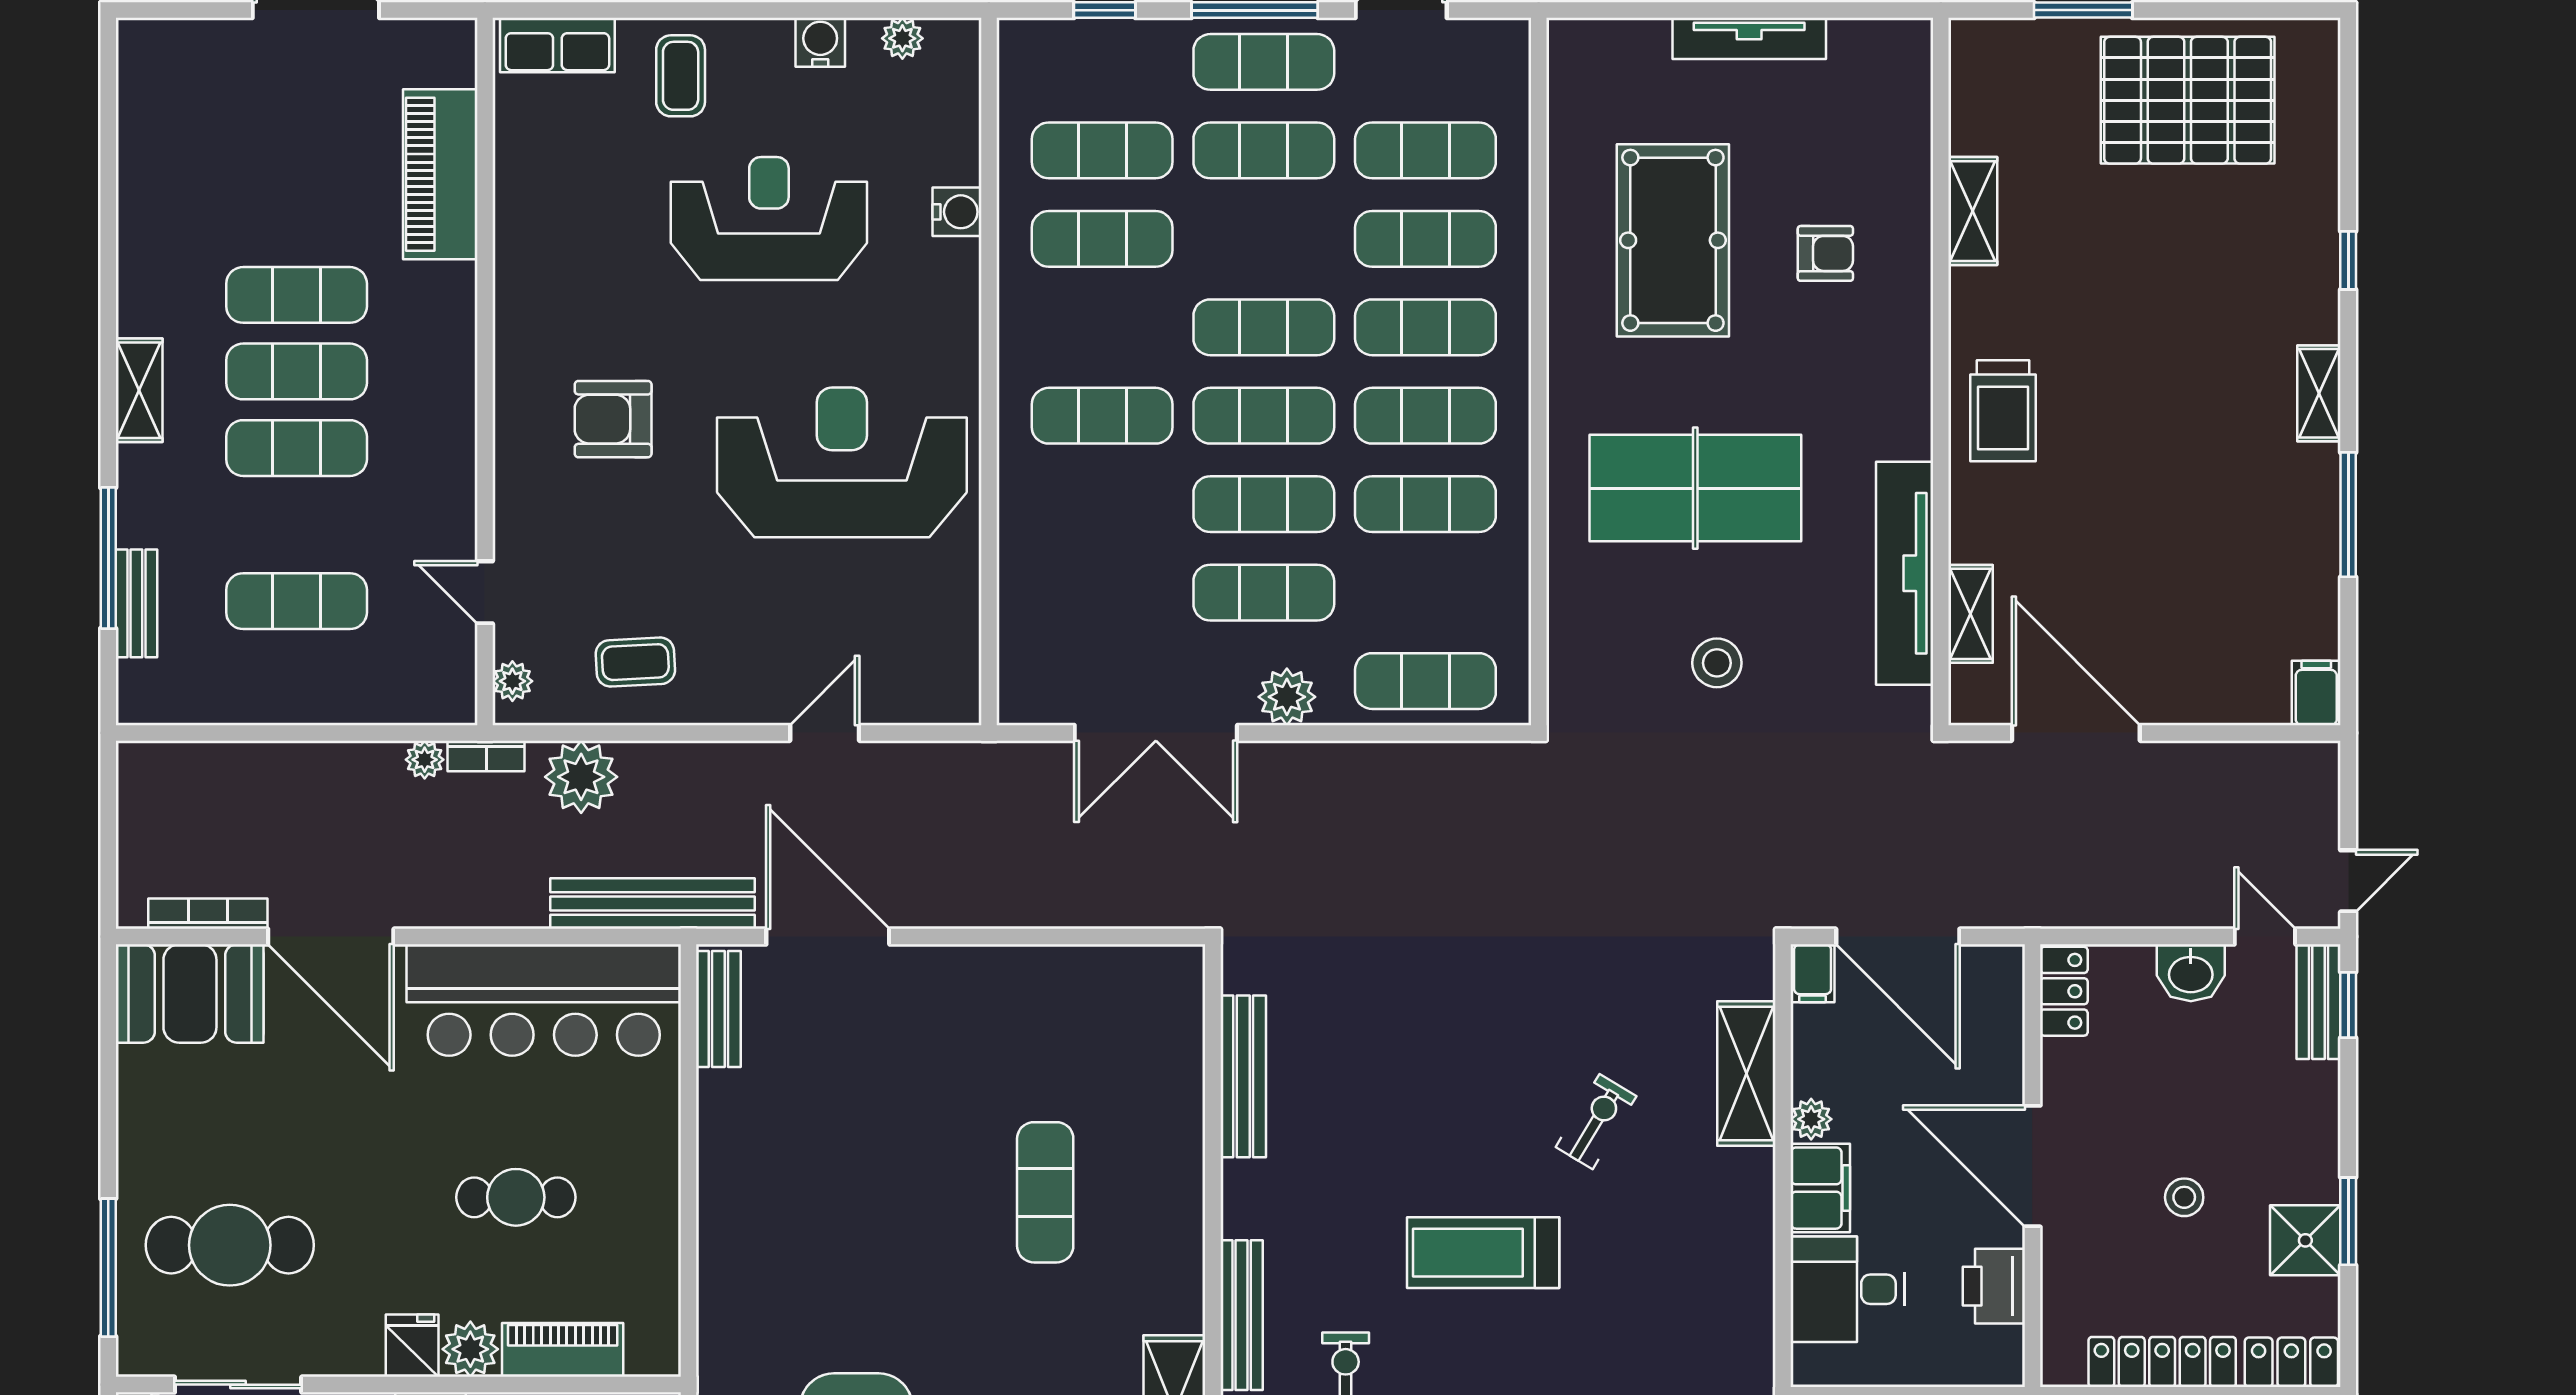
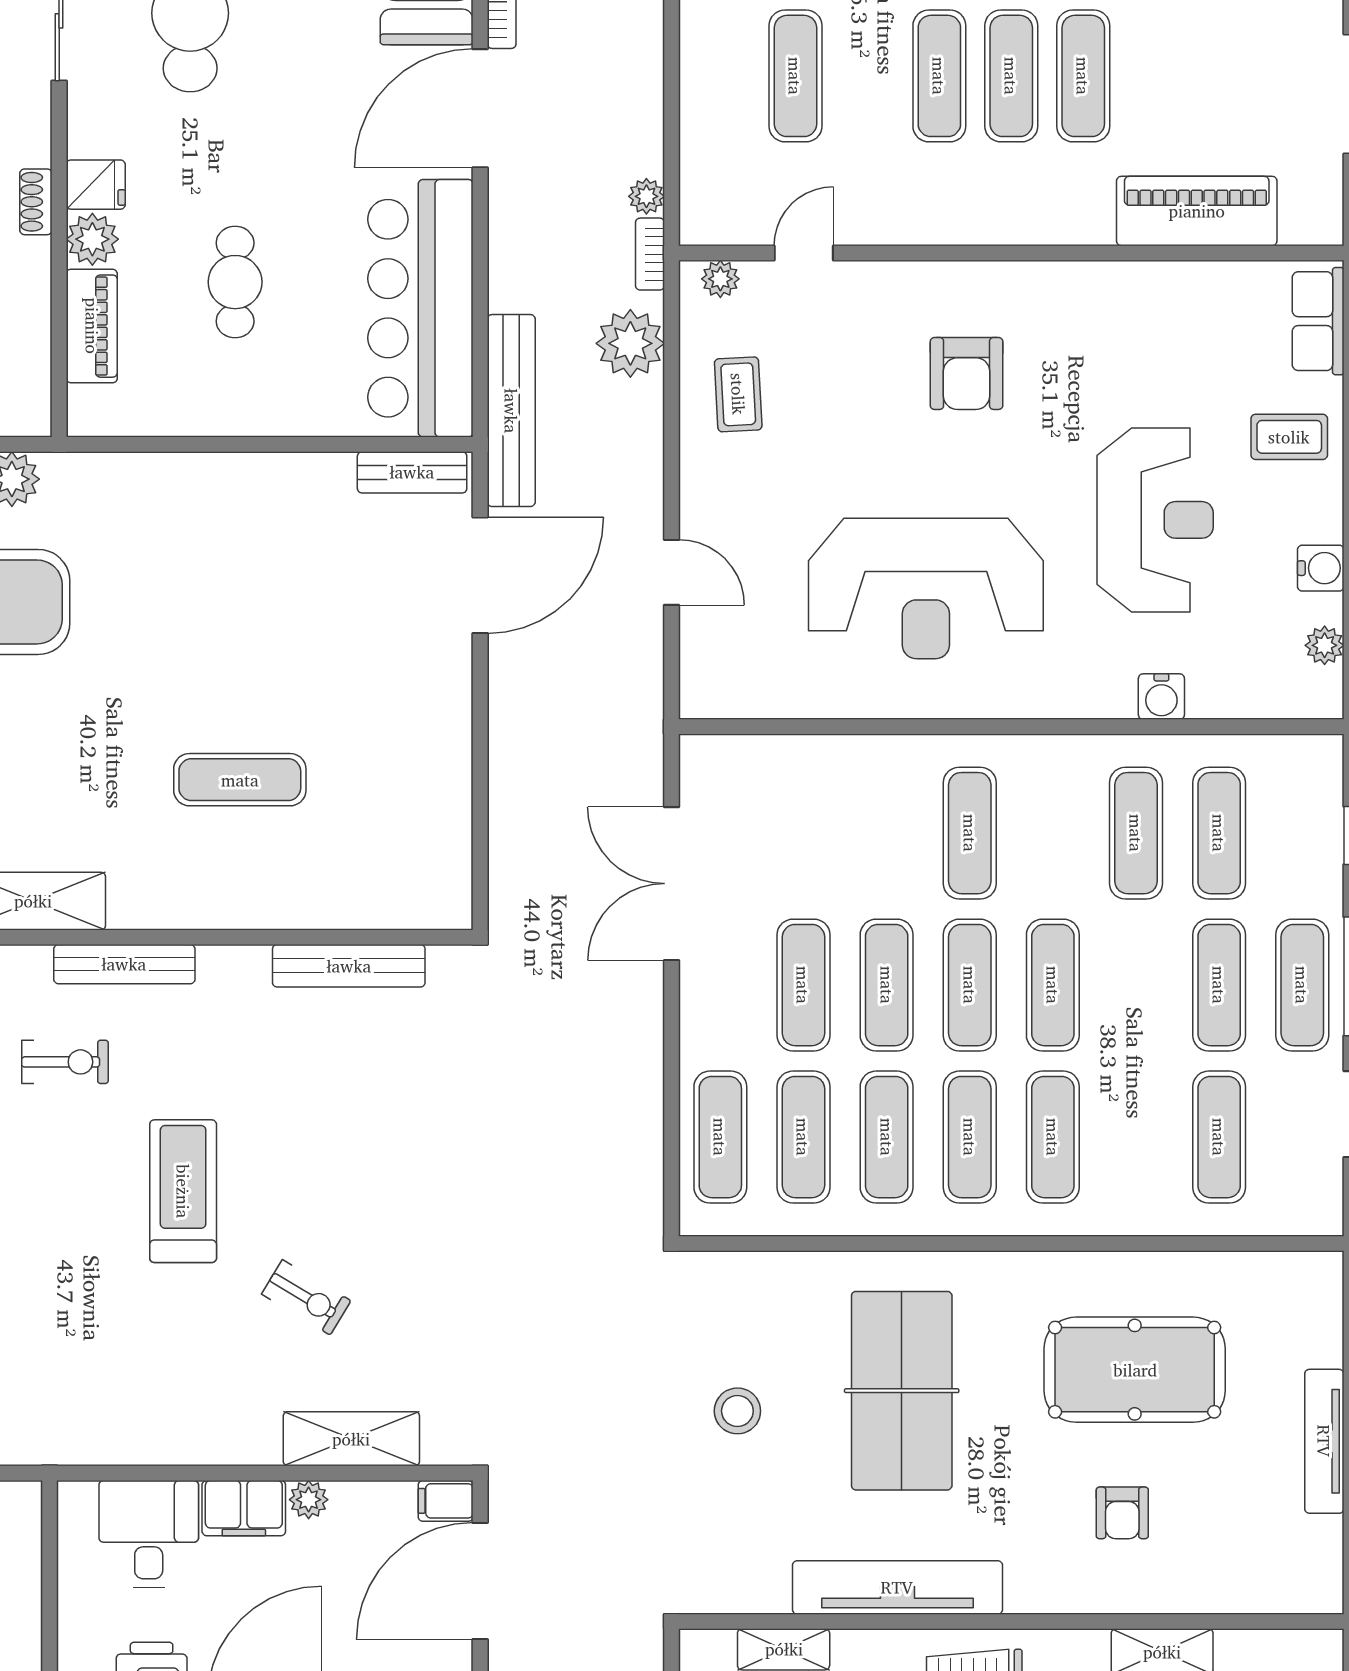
exercise mat: (1425, 239) -> (803, 1137), moved
armchair: (613, 419) -> (967, 373), turned 180
reception desk: (842, 462) -> (926, 589), turned 90
tv unit: (1905, 573) -> (897, 1587), moved
plant: (1287, 697) -> (705, 1007), removed

